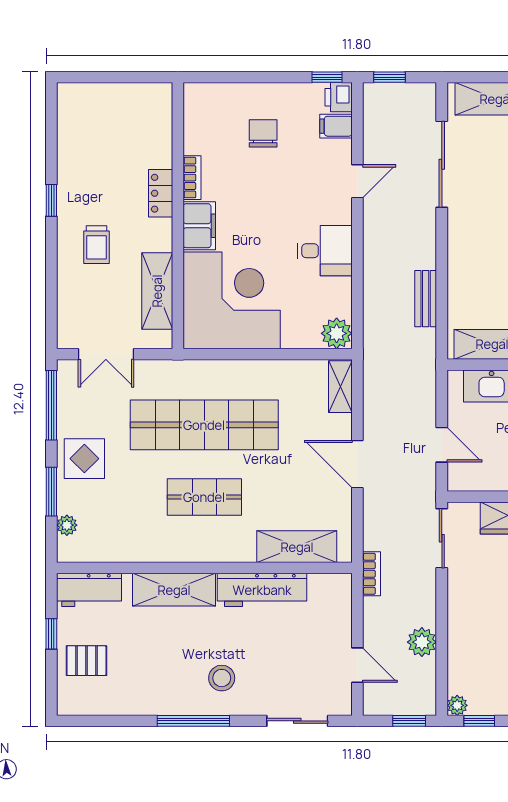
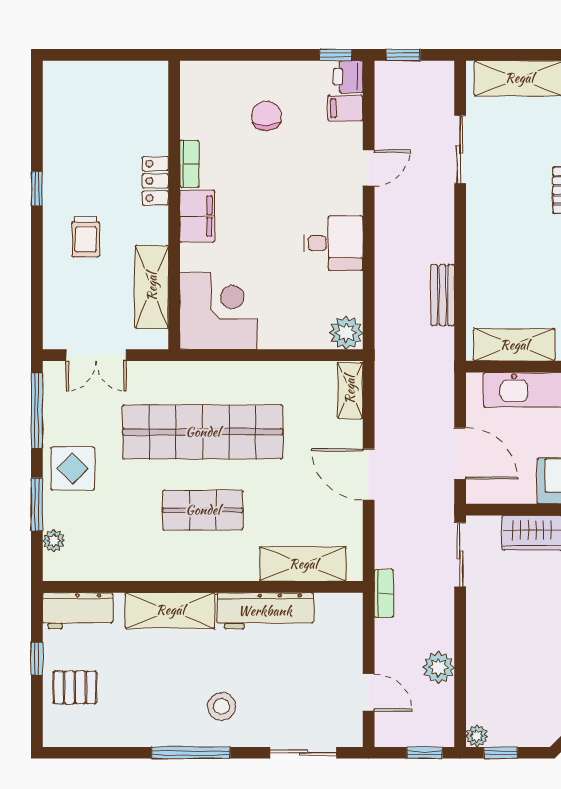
sliding door: (442, 164) -> (460, 149), width x0.73
corner desk: (232, 300) -> (218, 311), width x0.74, depth x0.74
door: (442, 445) -> (460, 453), width x1.38

